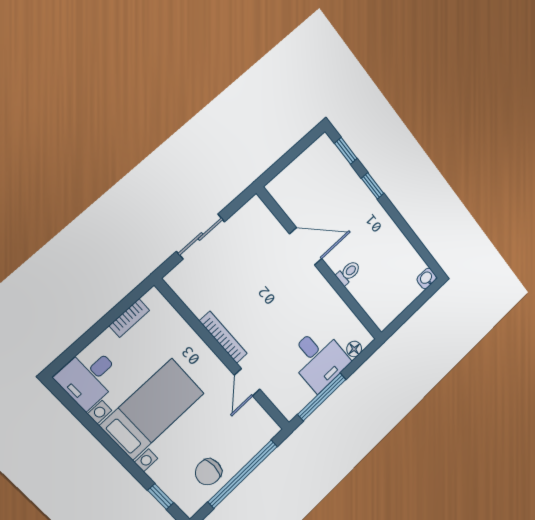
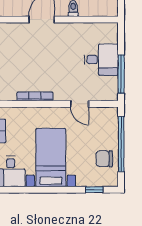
bookcase: (223, 337) -> (35, 96), moved
floor lamp: (354, 349) -> (113, 38), removed
chair: (208, 472) -> (104, 159), turned 90

